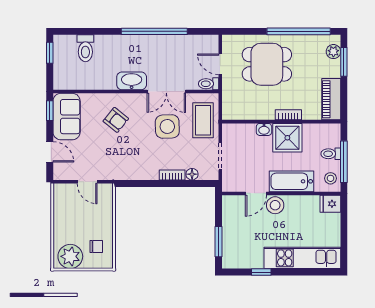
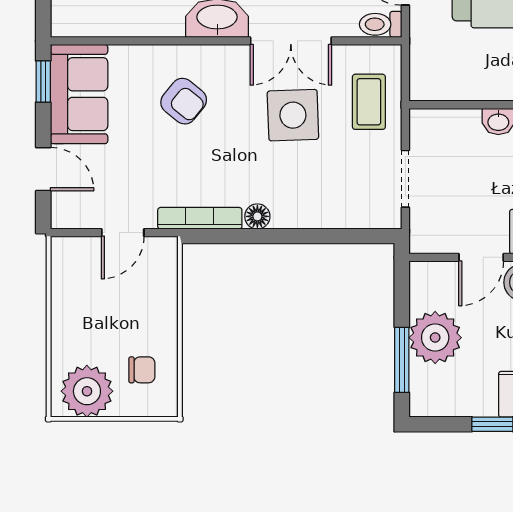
coffee table: (203, 120) -> (369, 102), width x0.73, depth x0.77
floor lamp: (192, 174) -> (257, 216), moved
bookcase: (172, 175) -> (200, 218), moved, width x1.56
door: (87, 182) -> (123, 233), hinge flipped
plant: (234, 231) -> (435, 338), added

